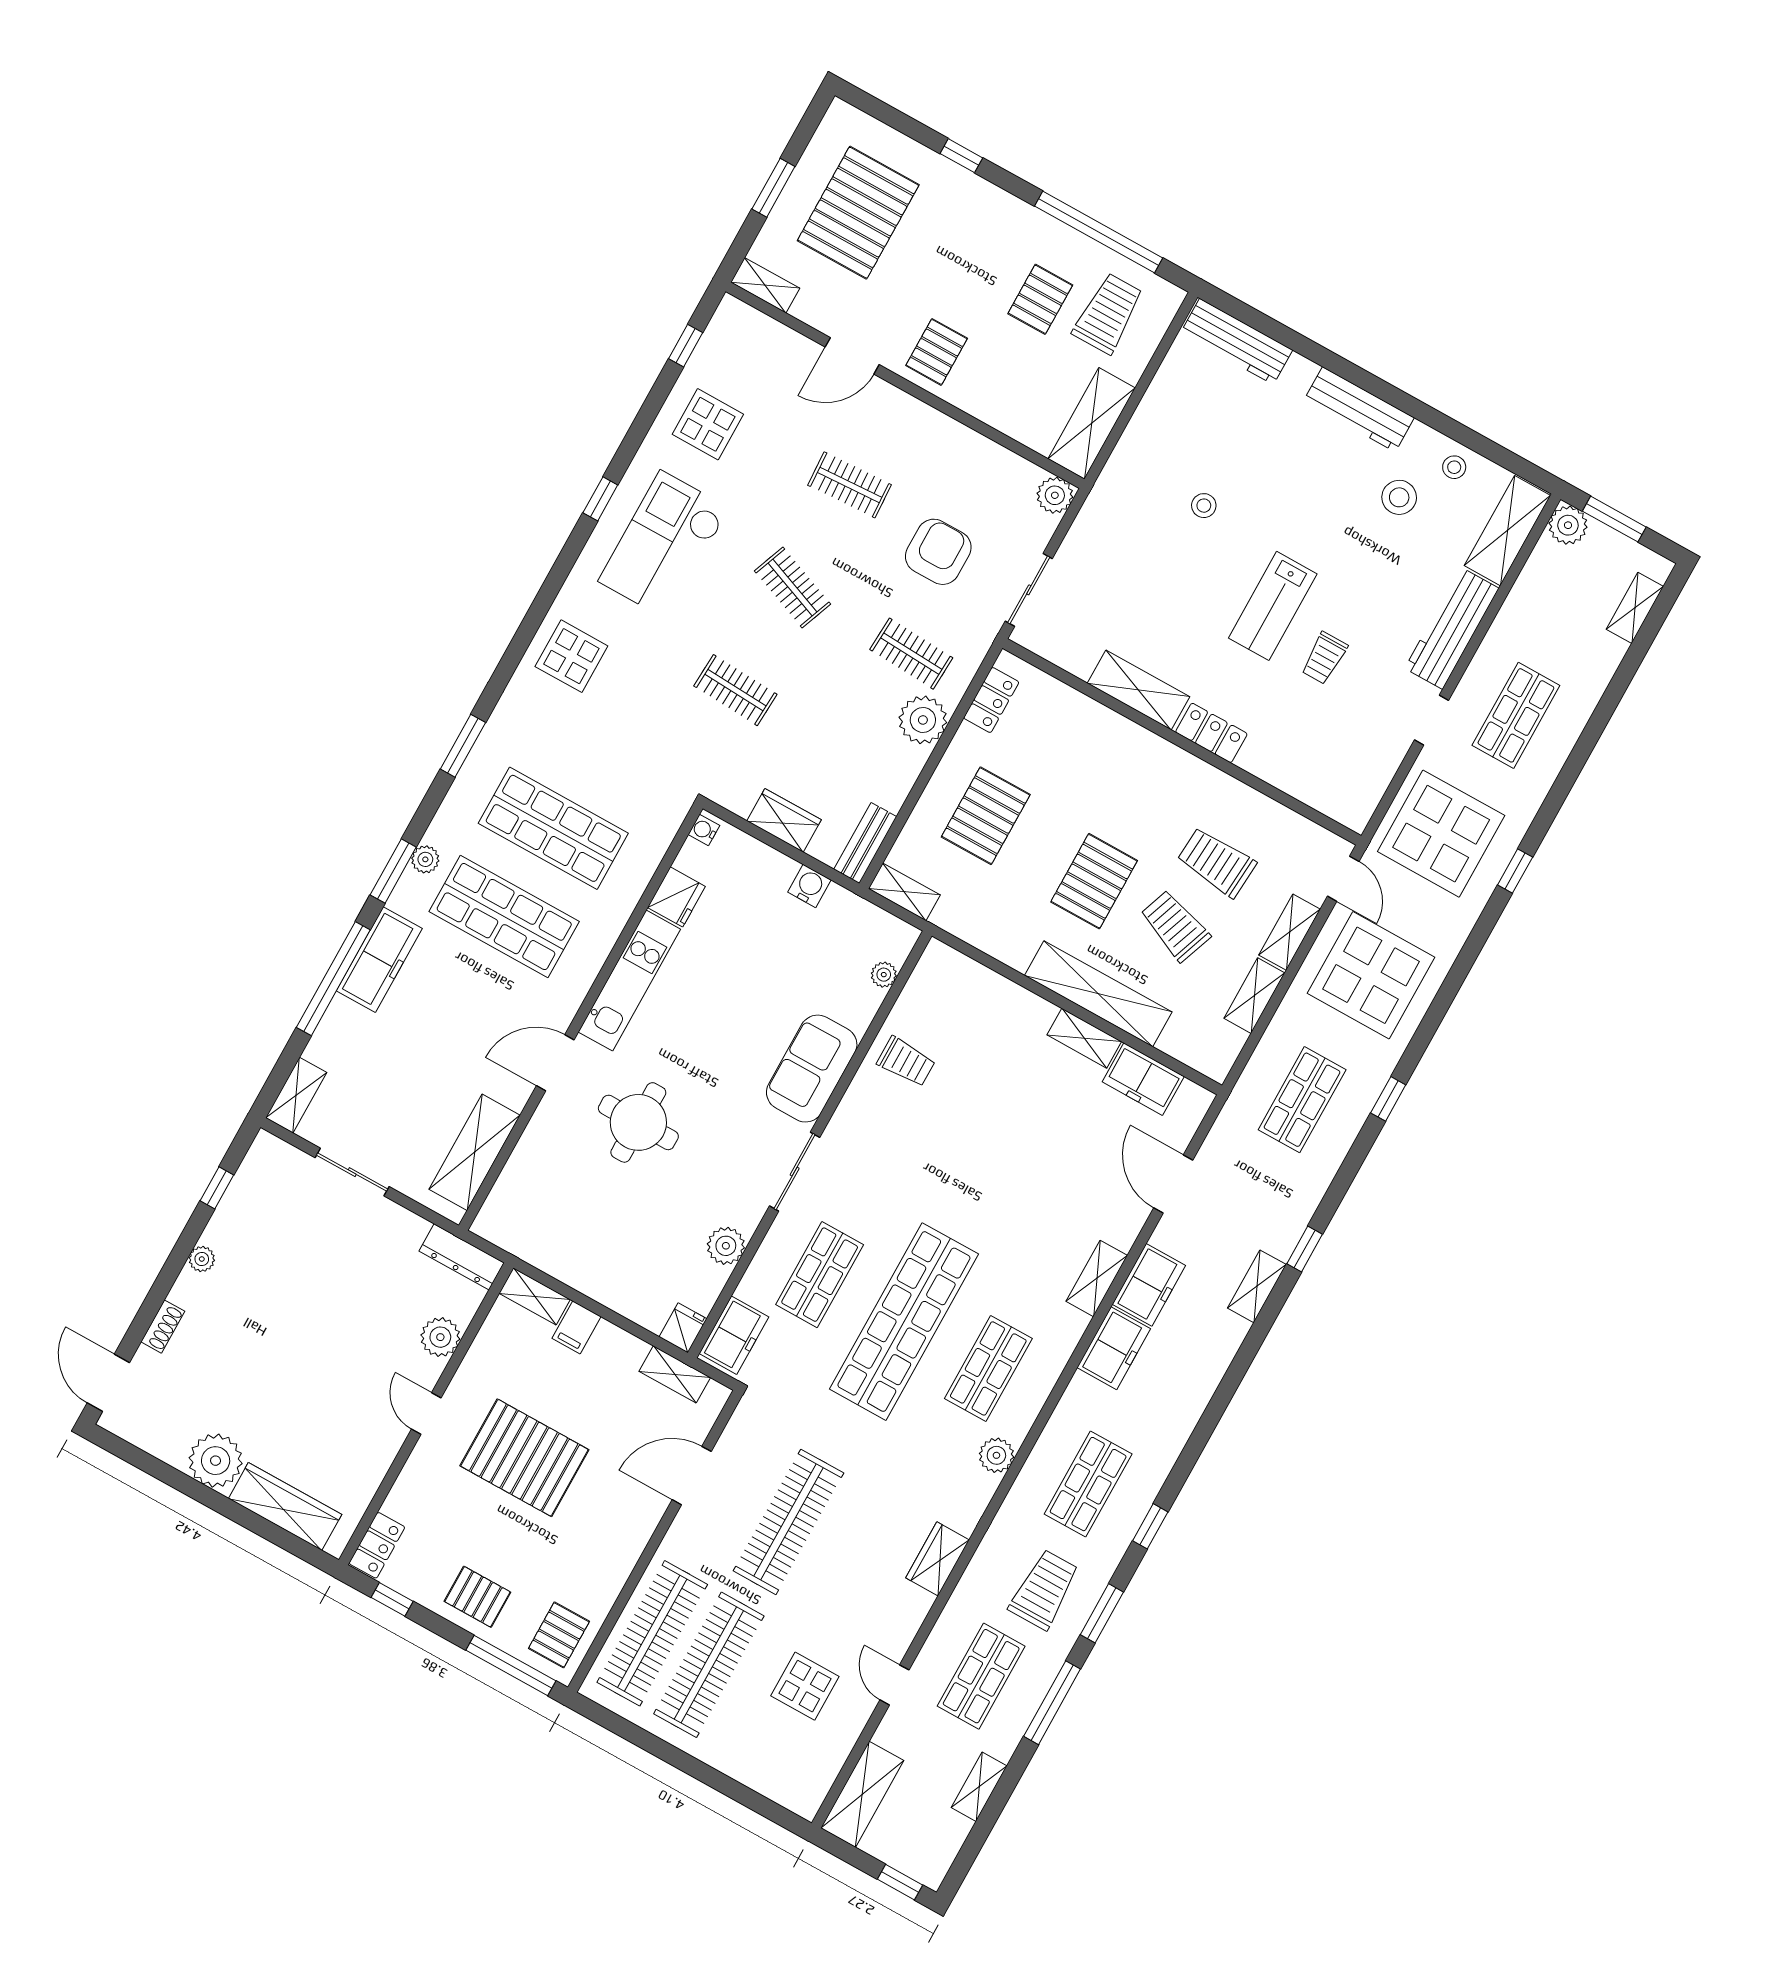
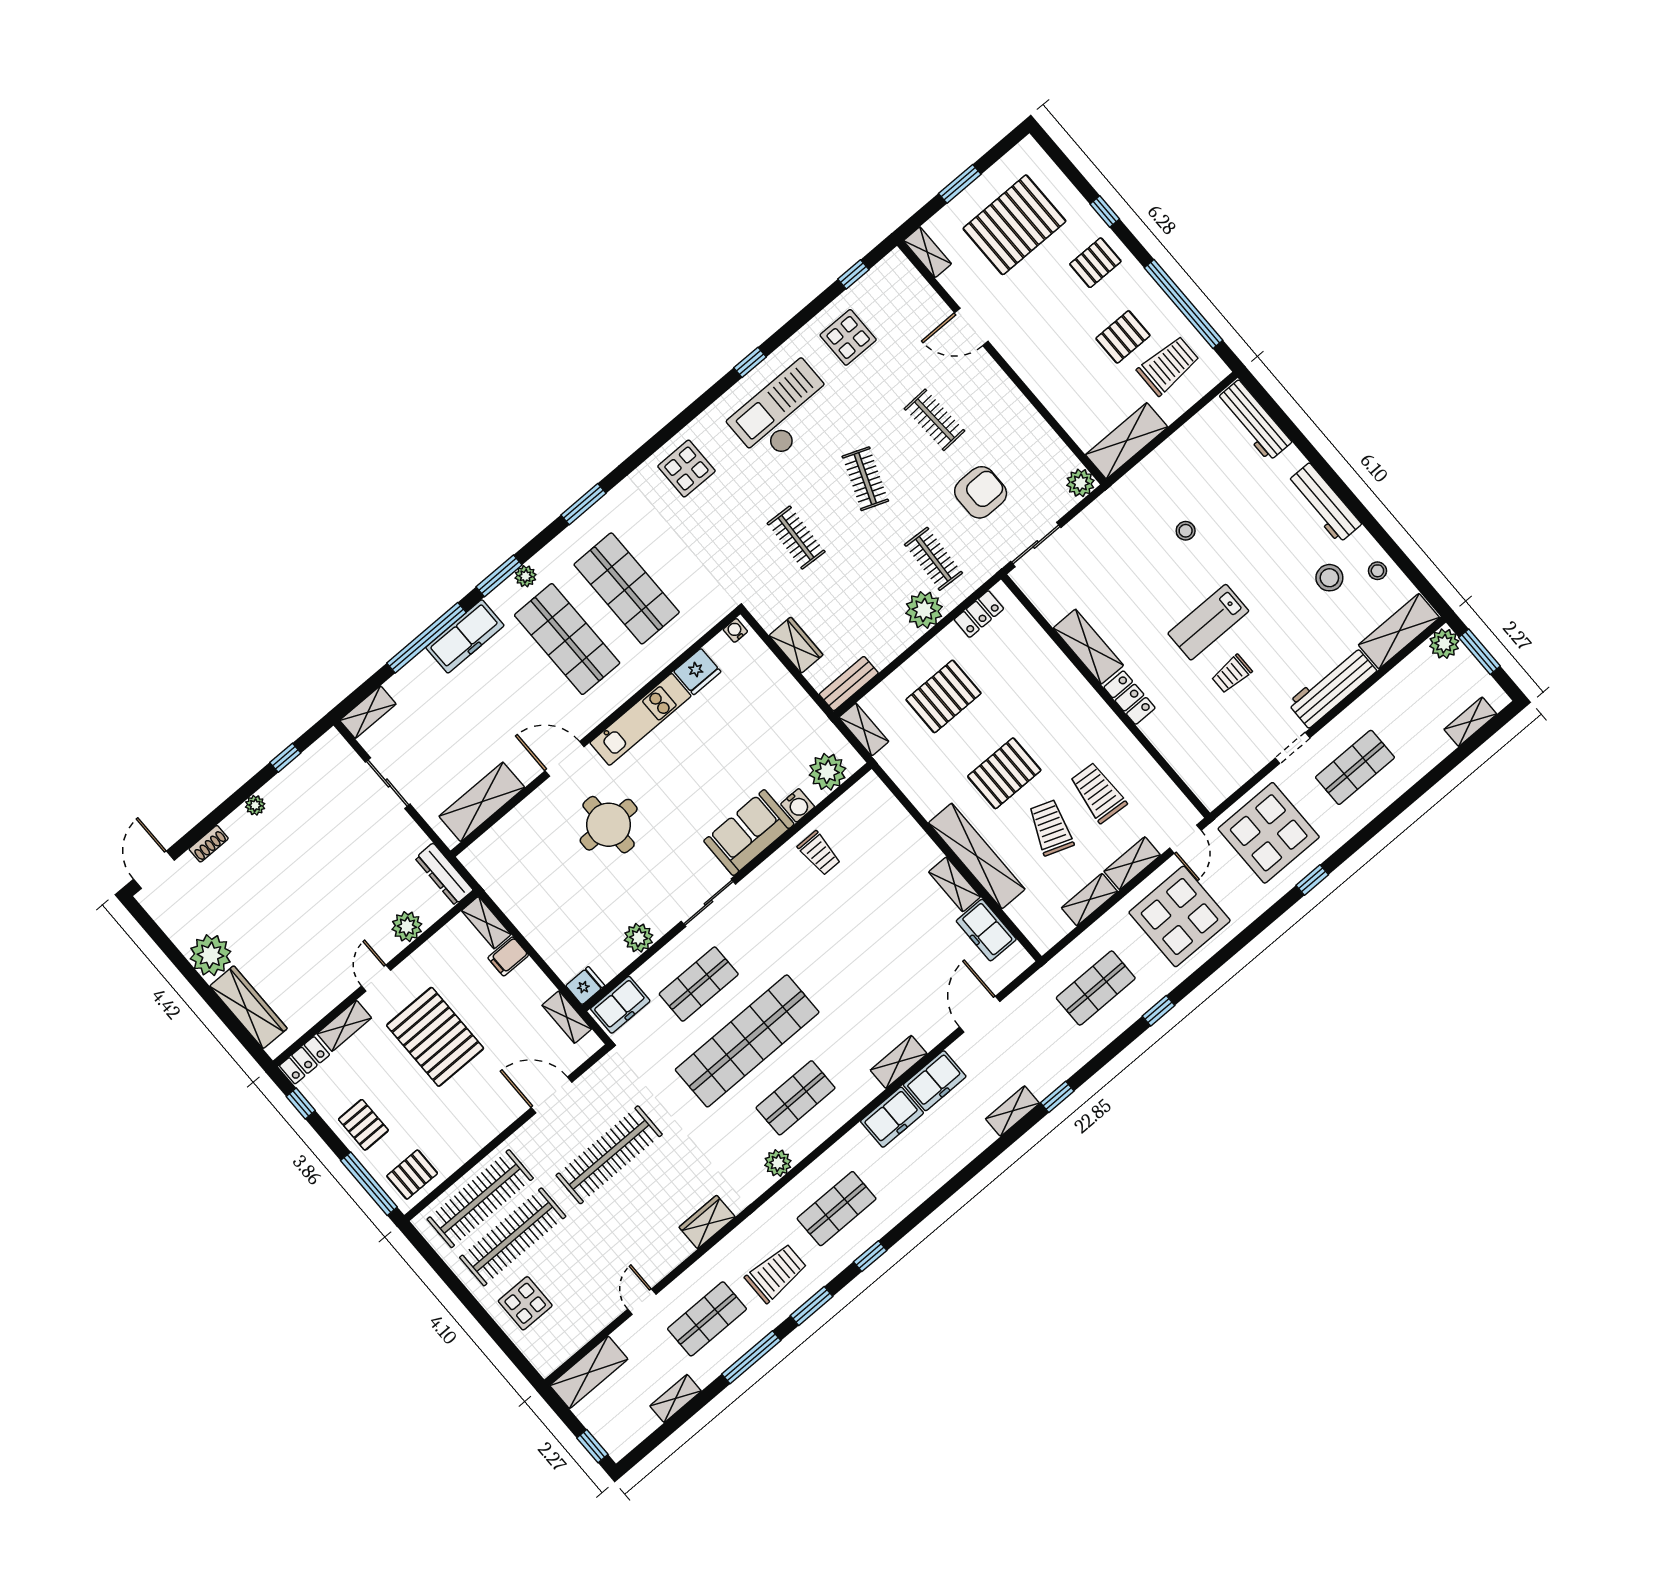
pallet: (937, 352) -> (1095, 263), moved
water cooler: (809, 886) -> (798, 805), moved, turned 90
plant: (884, 975) -> (827, 772), width x1.88, depth x1.88
shelving: (409, 1486) -> (344, 1026), added
display table: (805, 1686) -> (525, 1303), moved

